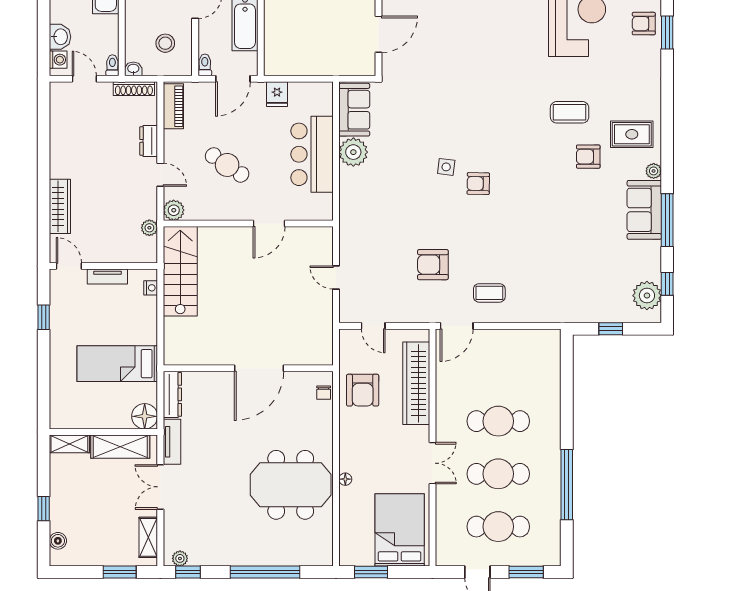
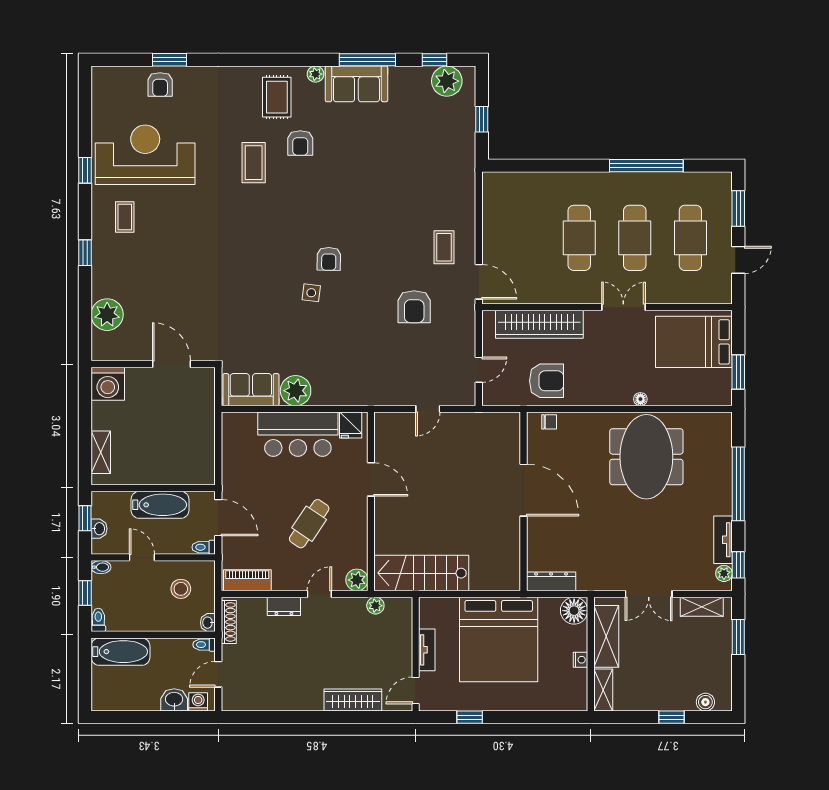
fridge: (277, 94) -> (351, 425), moved, turned 90
nightstand: (151, 288) -> (580, 660), moved, turned 90
bed: (117, 364) -> (499, 639), width x2.04
tv unit: (172, 442) -> (723, 540), moved, turned -90

